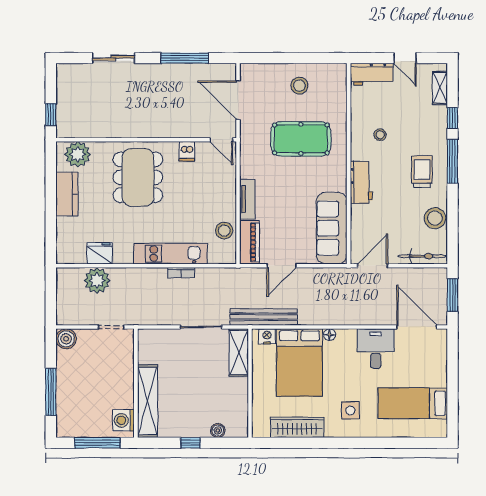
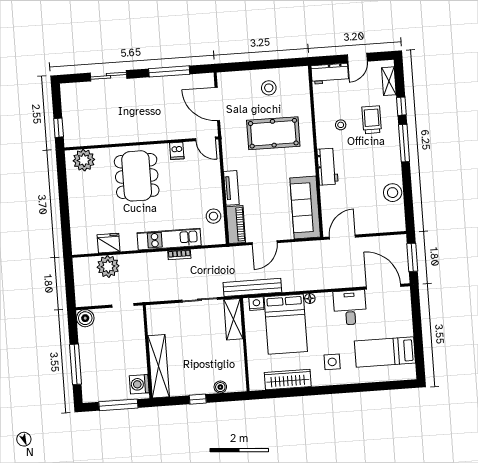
door: (405, 58) -> (357, 58), hinge flipped
trolley: (422, 172) -> (372, 120), moved
kitchen counter: (67, 194) -> (77, 194), removed
bicycle: (423, 256) -> (384, 226), removed

